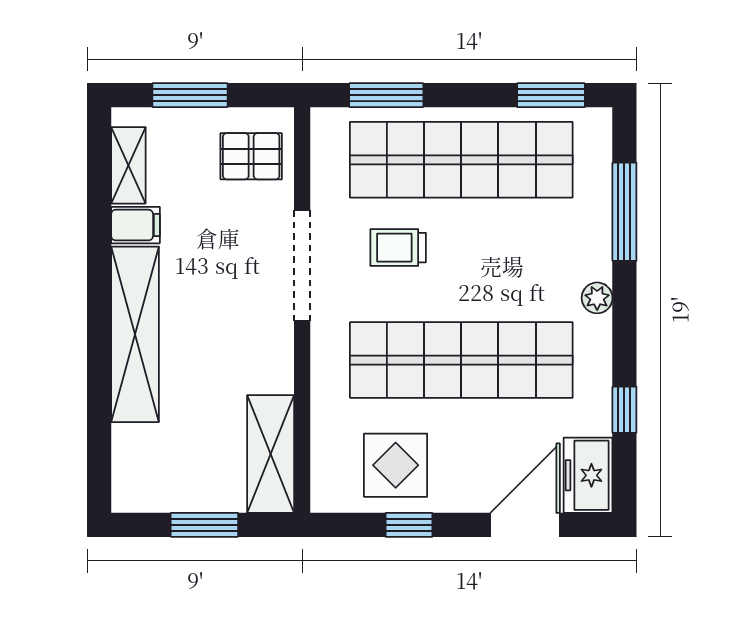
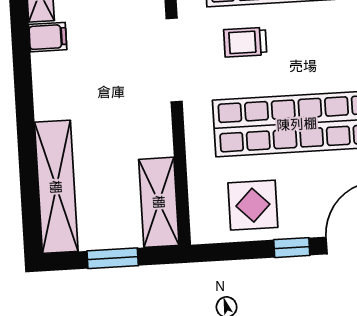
shelving: (135, 334) -> (56, 187), moved
window: (409, 525) -> (292, 248), moved

